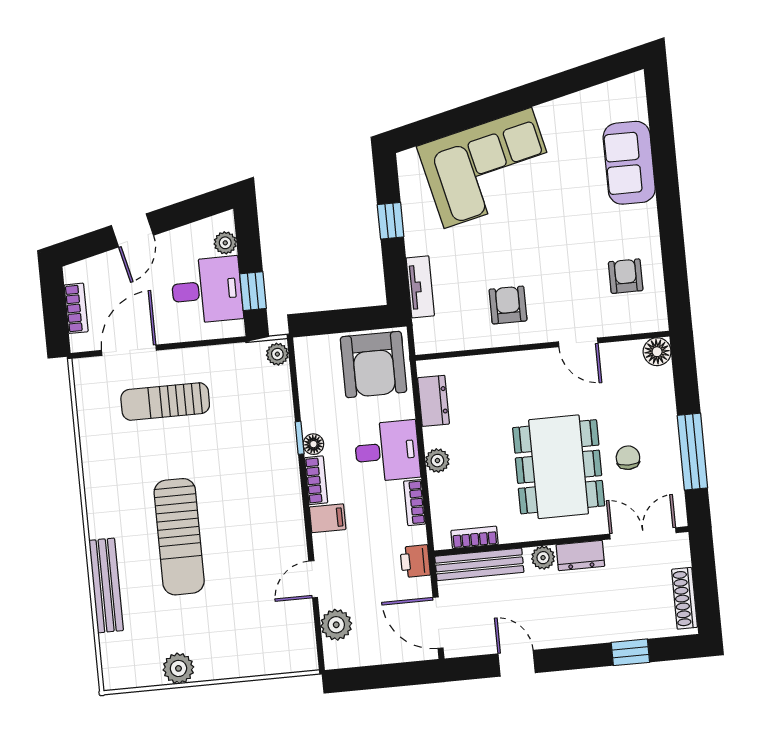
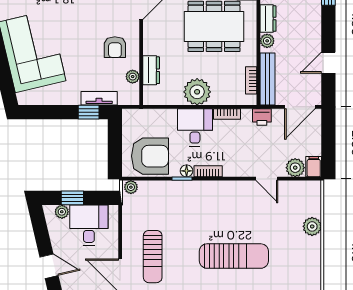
window: (391, 221) -> (89, 112), moved
window: (253, 291) -> (72, 198), moved
armchair: (508, 305) -> (115, 47), turned -90
plant: (462, 339) -> (133, 77), added
armchair: (374, 365) -> (150, 156), moved
dresser: (433, 401) -> (151, 70), moved, turned 90
plant: (437, 461) -> (197, 92), width x1.87, depth x1.87
filing cabinet: (328, 518) -> (314, 167), moved
plant: (178, 668) -> (312, 226), moved

